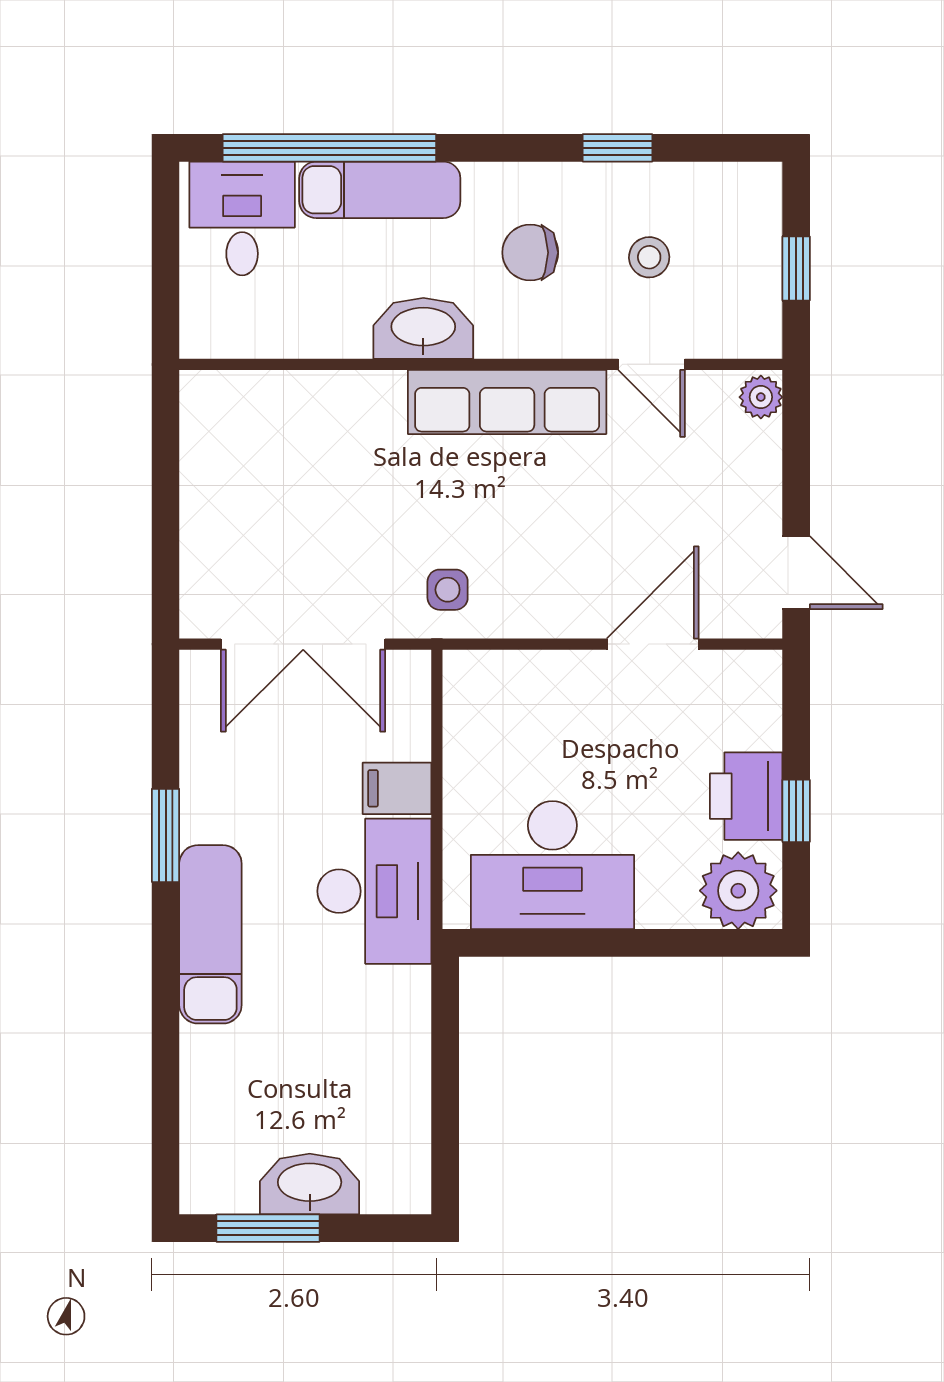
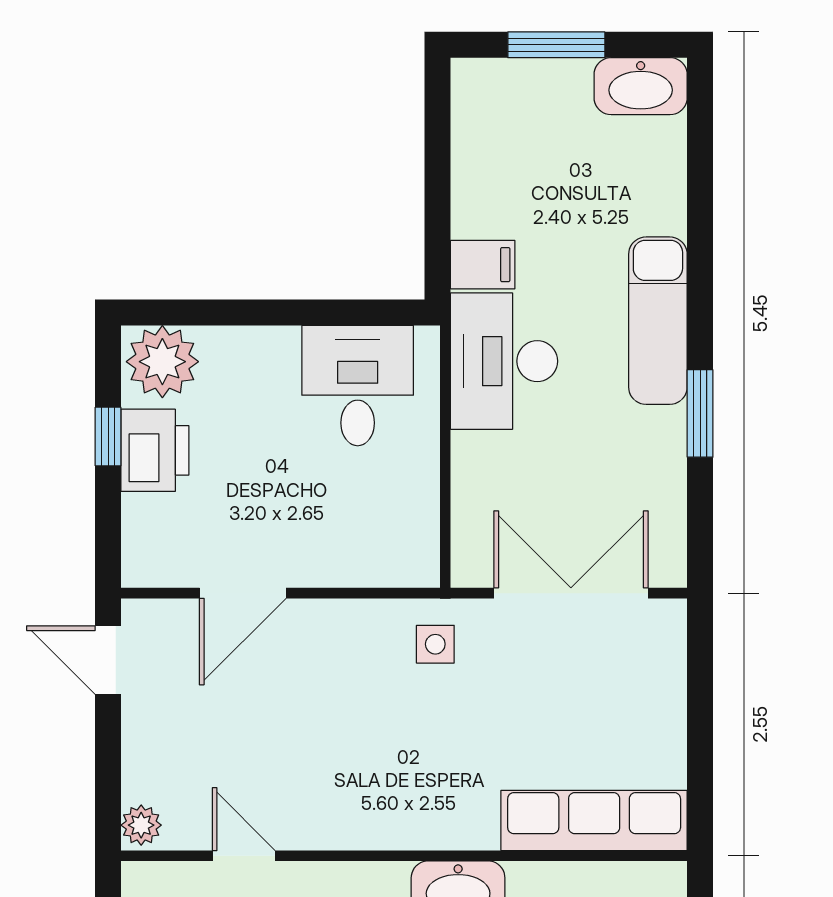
row of seats: (507, 402) -> (594, 820), moved
filing cabinet: (397, 788) -> (483, 265), moved
desk: (552, 865) -> (358, 386), width x0.73
washbasin: (310, 1184) -> (641, 86), moved
window: (268, 1228) -> (556, 45), moved

